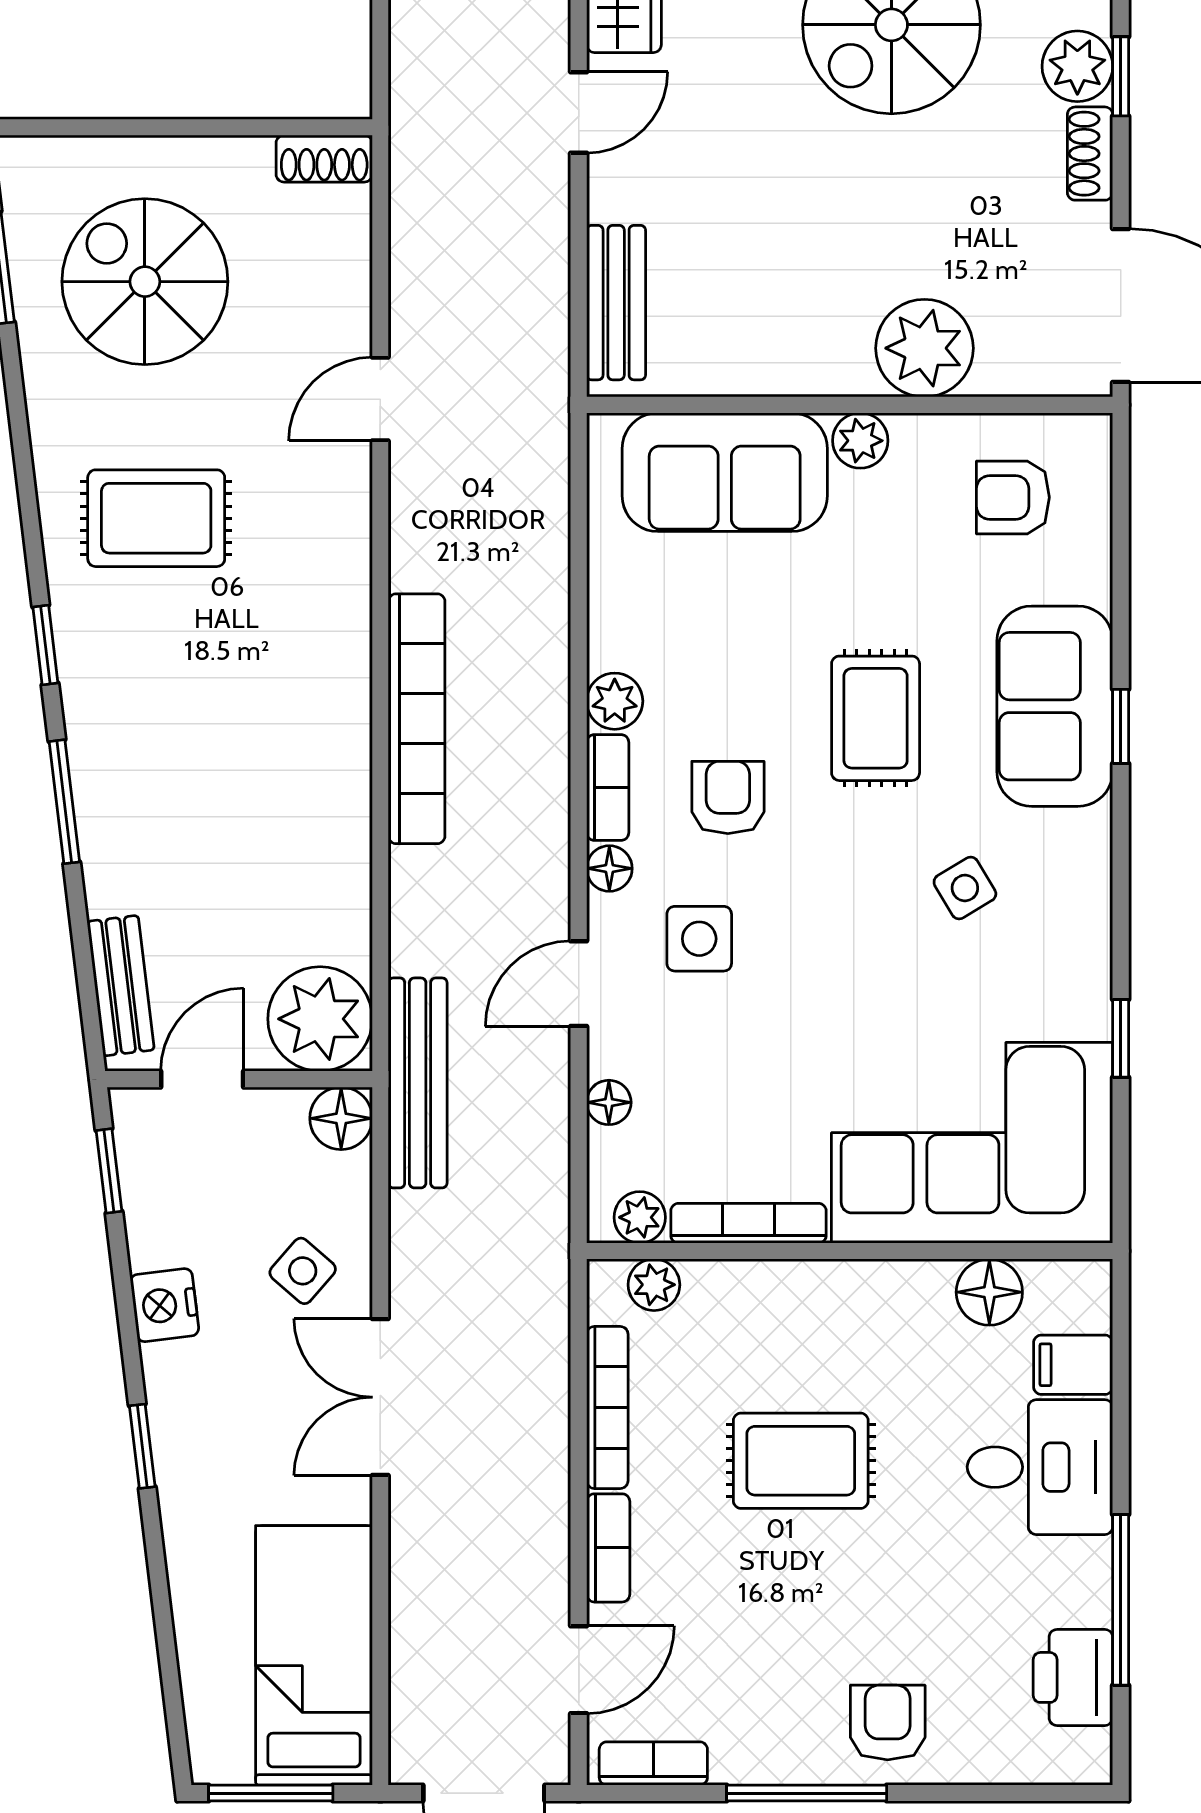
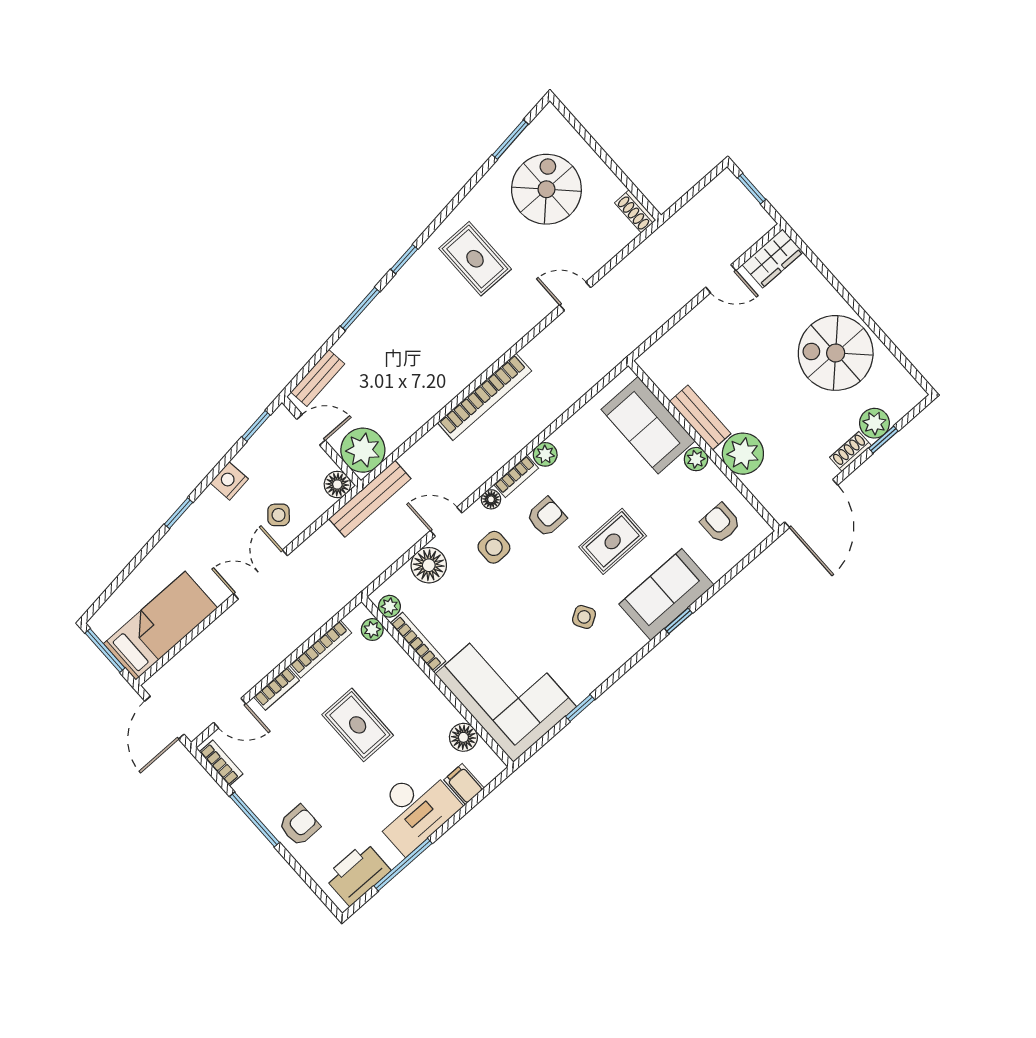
bench: (616, 303) -> (700, 418), moved, turned 90
floor lamp: (609, 1102) -> (429, 565), width x1.89, depth x1.89
desk: (1040, 1467) -> (414, 809), width x1.37
printer: (1073, 1677) -> (357, 874), width x1.37, depth x1.19

